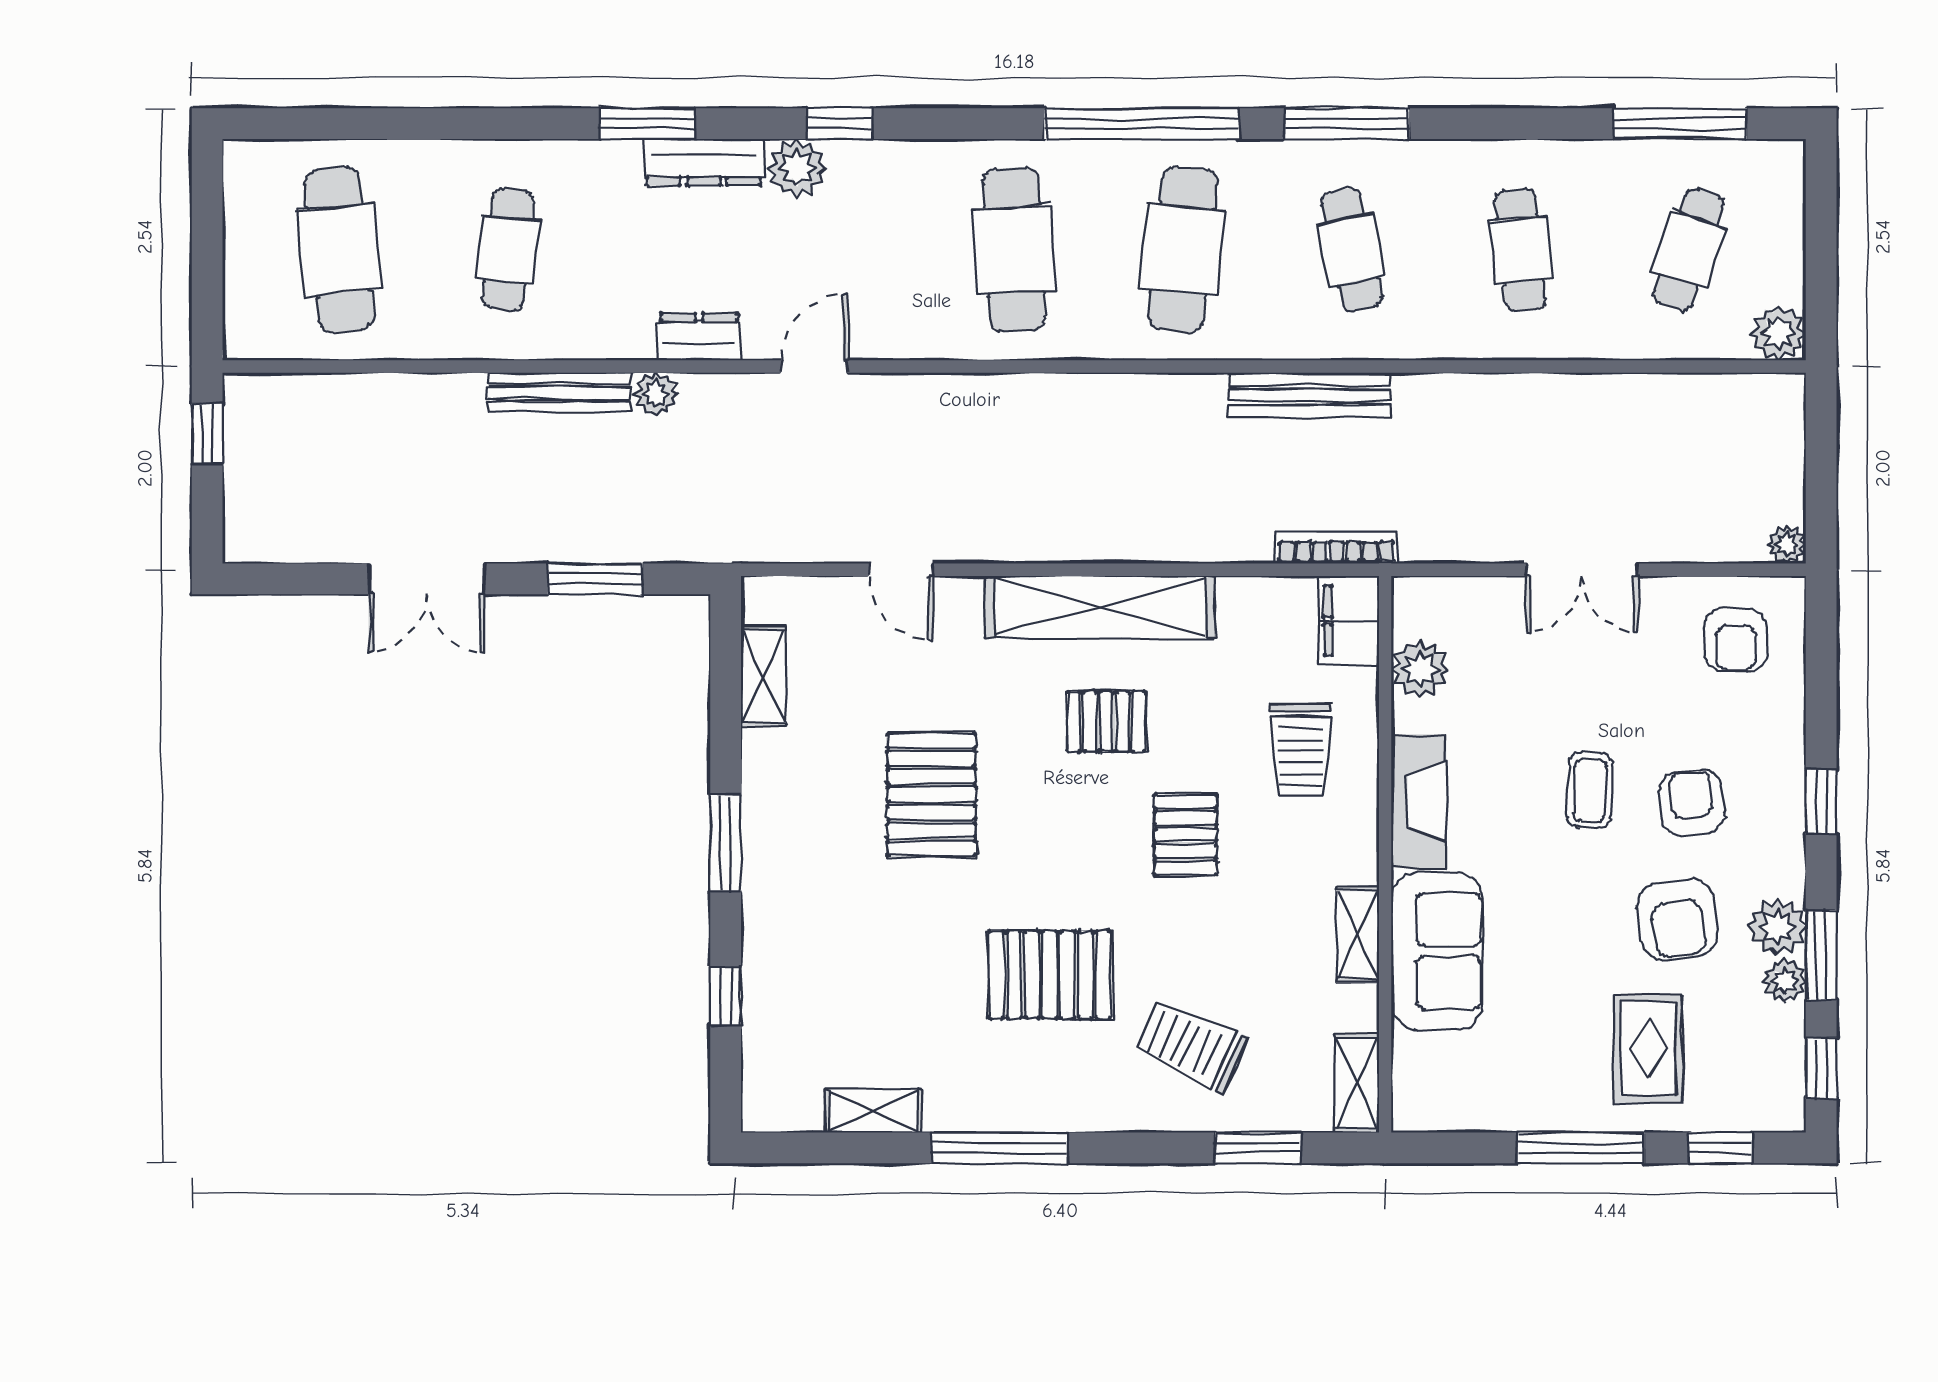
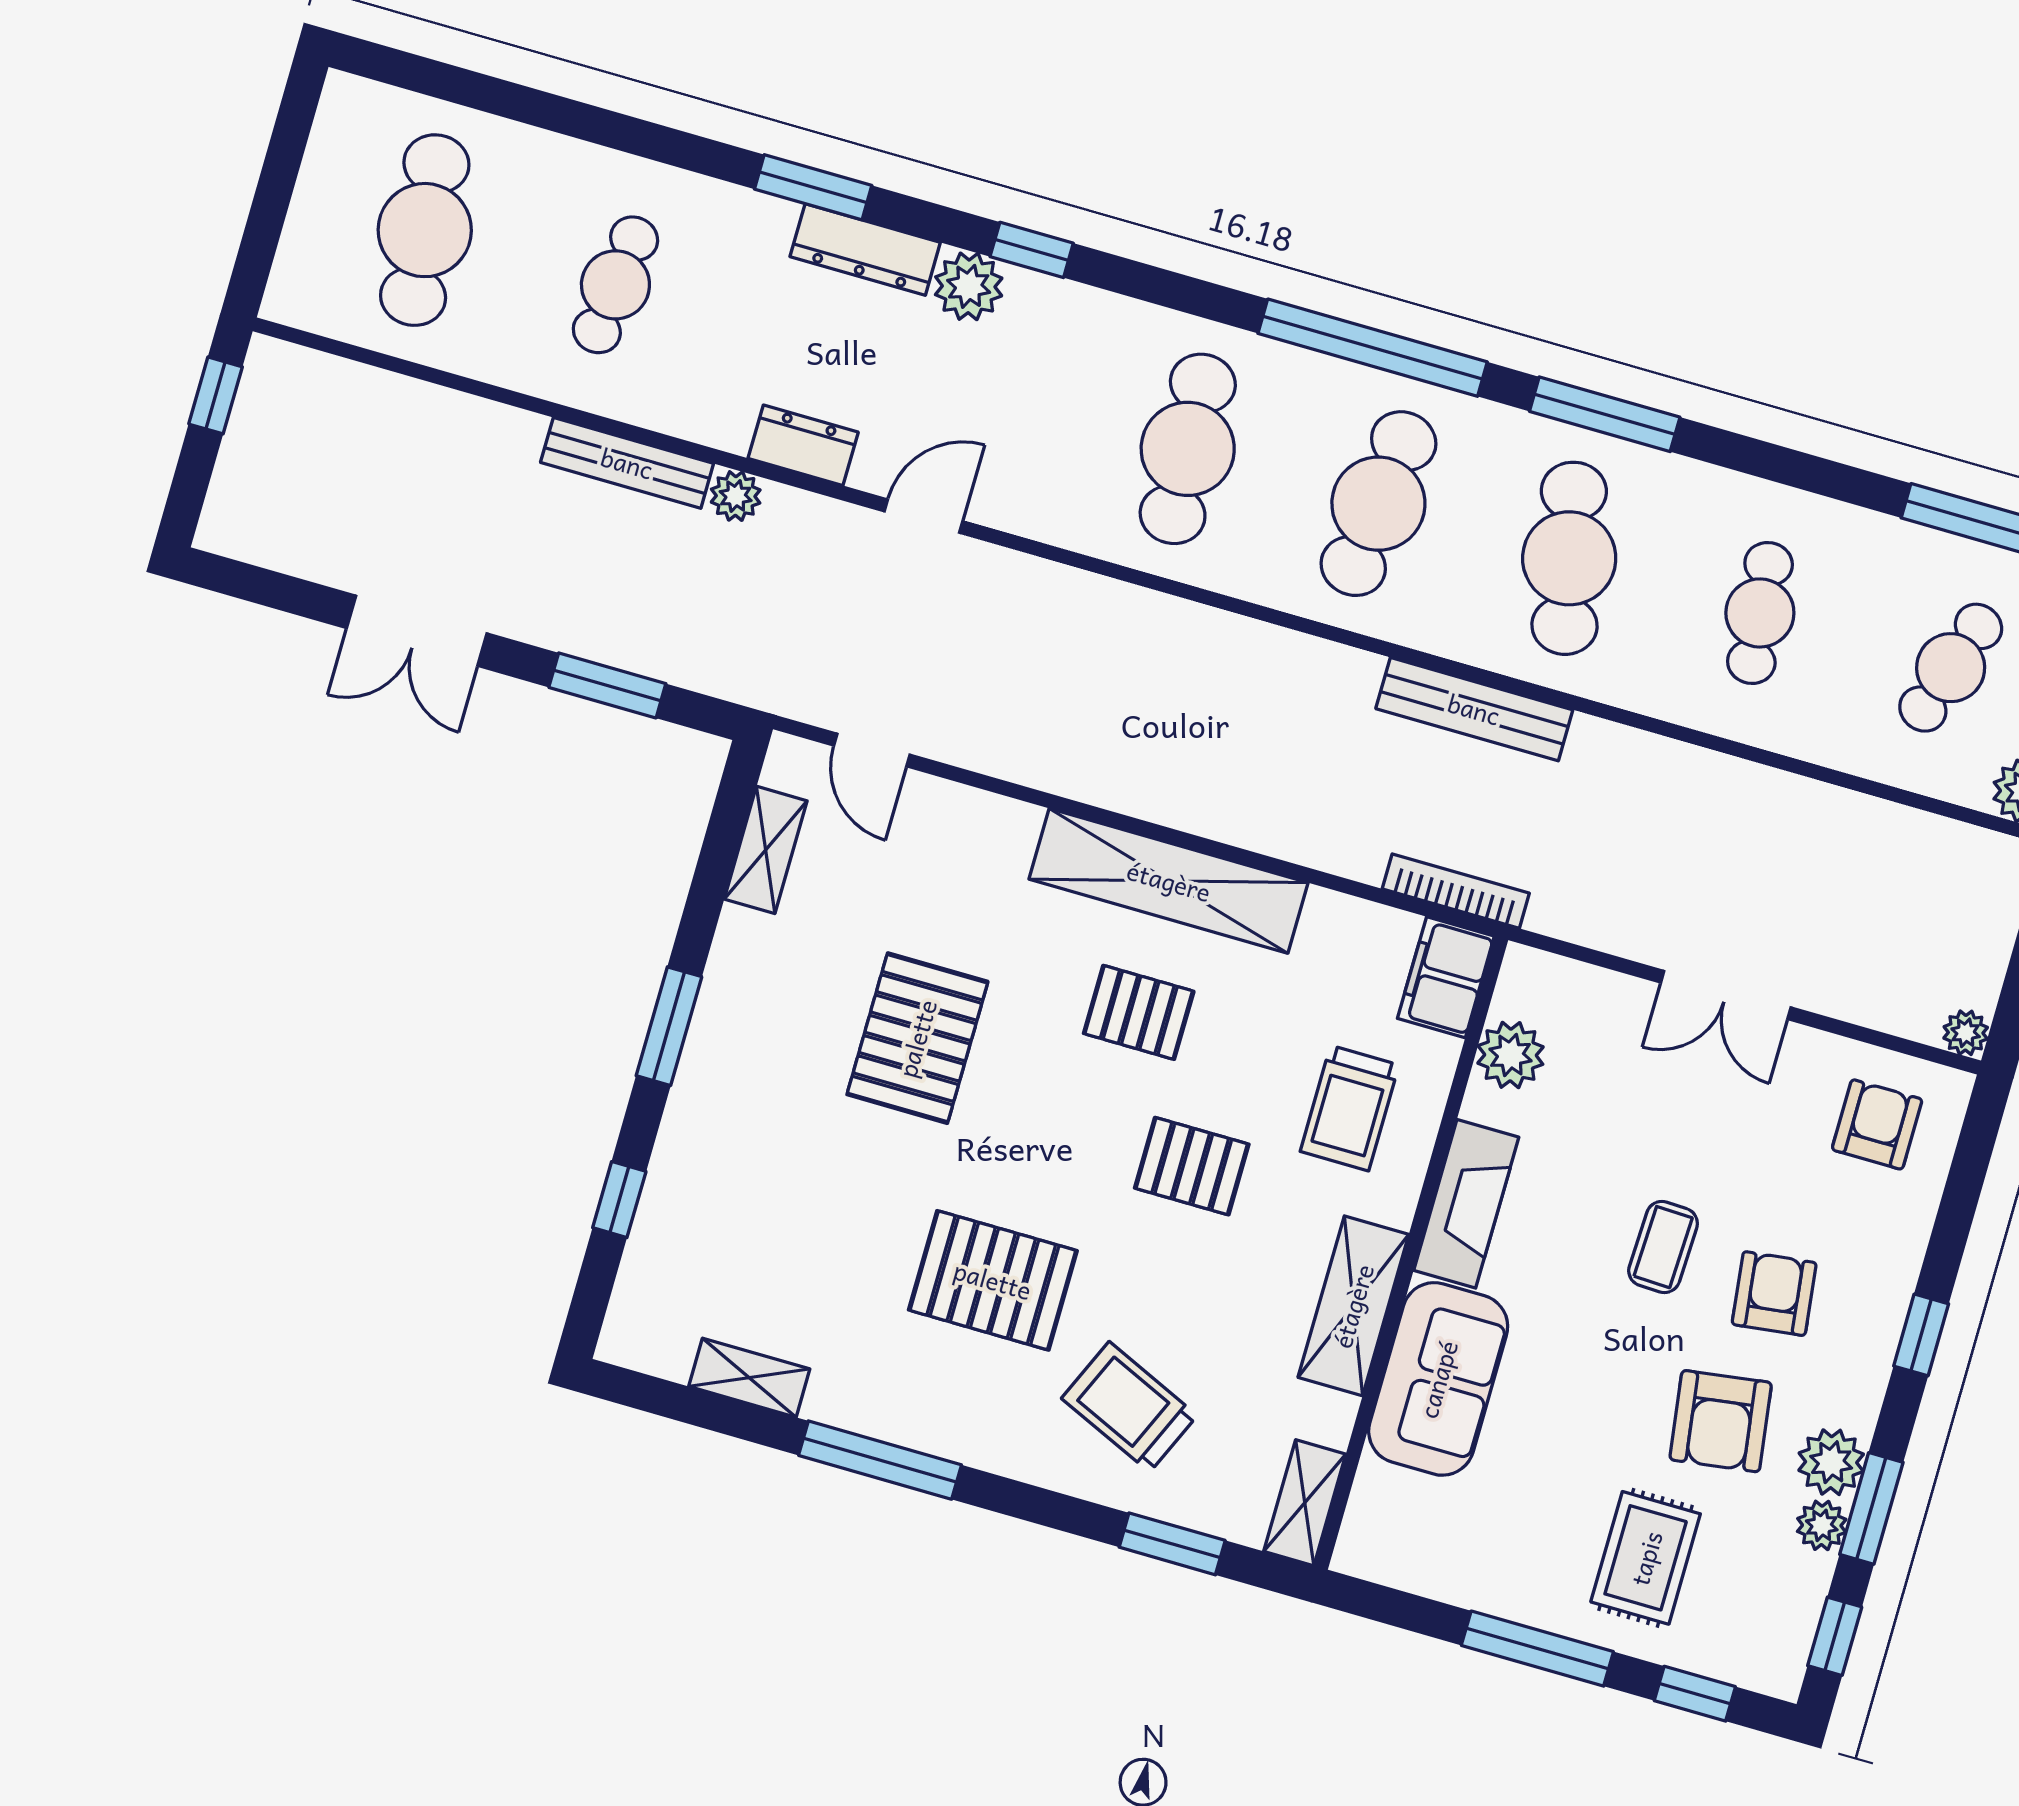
cafe table: (1352, 250) -> (1569, 558), width x1.37, depth x1.35
door: (901, 570) -> (872, 750), moved
armchair: (1736, 640) -> (1877, 1124), turned 180
pallet: (1186, 835) -> (1192, 1166), turned 90
shelving: (1358, 935) -> (1353, 1306), width x1.50, depth x1.33

